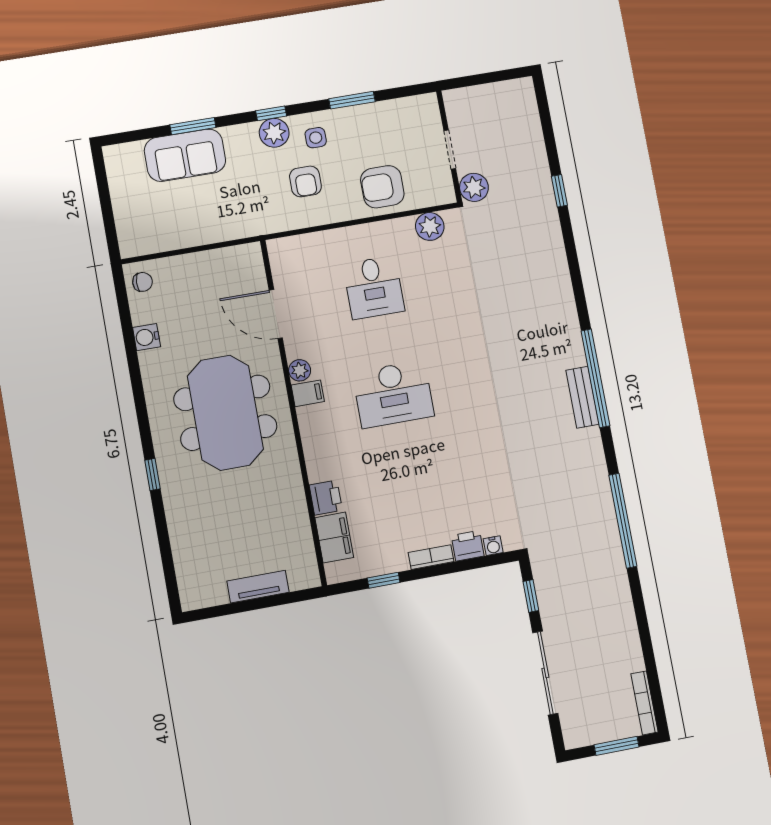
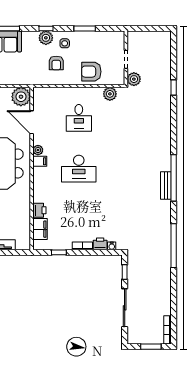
plant: (243, 264) -> (21, 97), added

